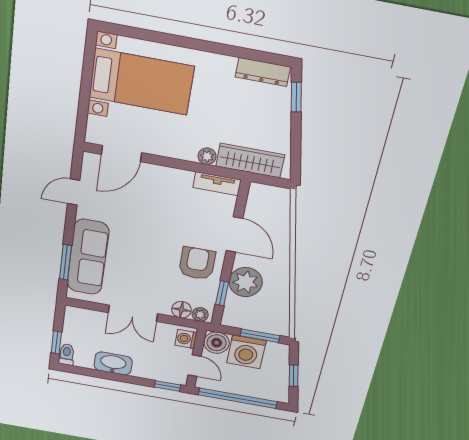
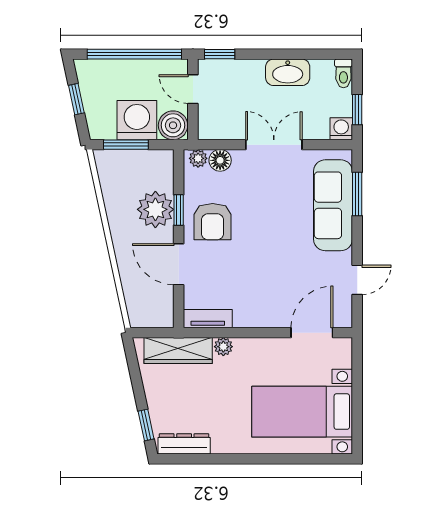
window: (222, 293) -> (179, 210), moved
washing machine: (186, 339) -> (341, 129), moved, turned -90
window: (56, 342) -> (357, 110), moved

